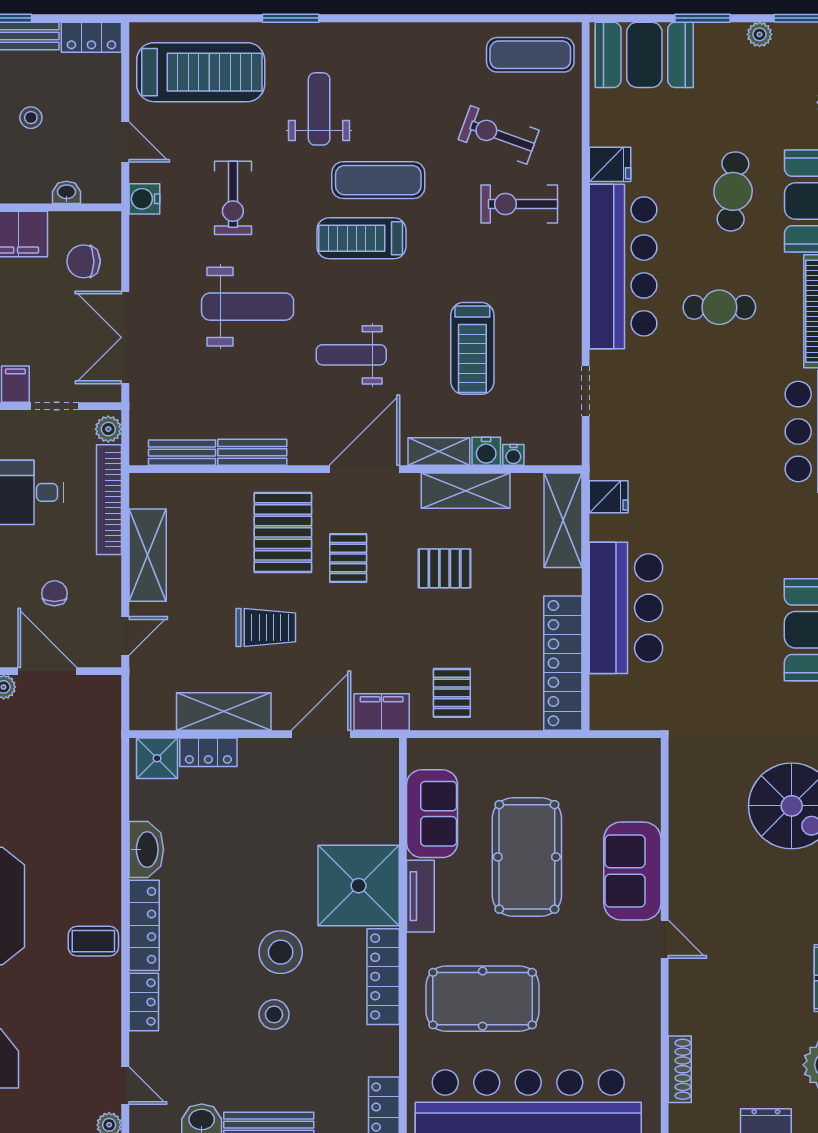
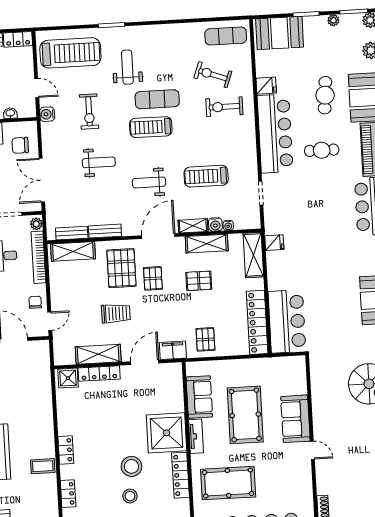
weight bench: (248, 307) -> (99, 162), width x0.73, depth x0.75
treadmill: (472, 348) -> (206, 176), turned 90
shelving: (148, 555) -> (73, 251), moved, turned 90
chair: (54, 593) -> (35, 302), moved
bar counter: (626, 608) -> (287, 322), moved
locker: (208, 752) -> (99, 374), width x1.53
washbasin: (146, 850) -> (65, 421), removed
locker: (144, 925) -> (66, 450), width x0.66

